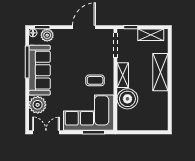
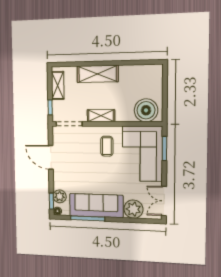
boiler: (127, 99) -> (146, 110), moved

